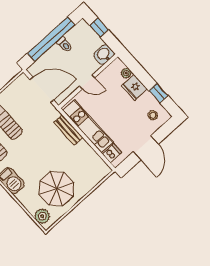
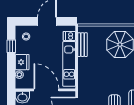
door: (87, 82) -> (46, 90), width x1.88
bench: (68, 130) -> (83, 45), moved

